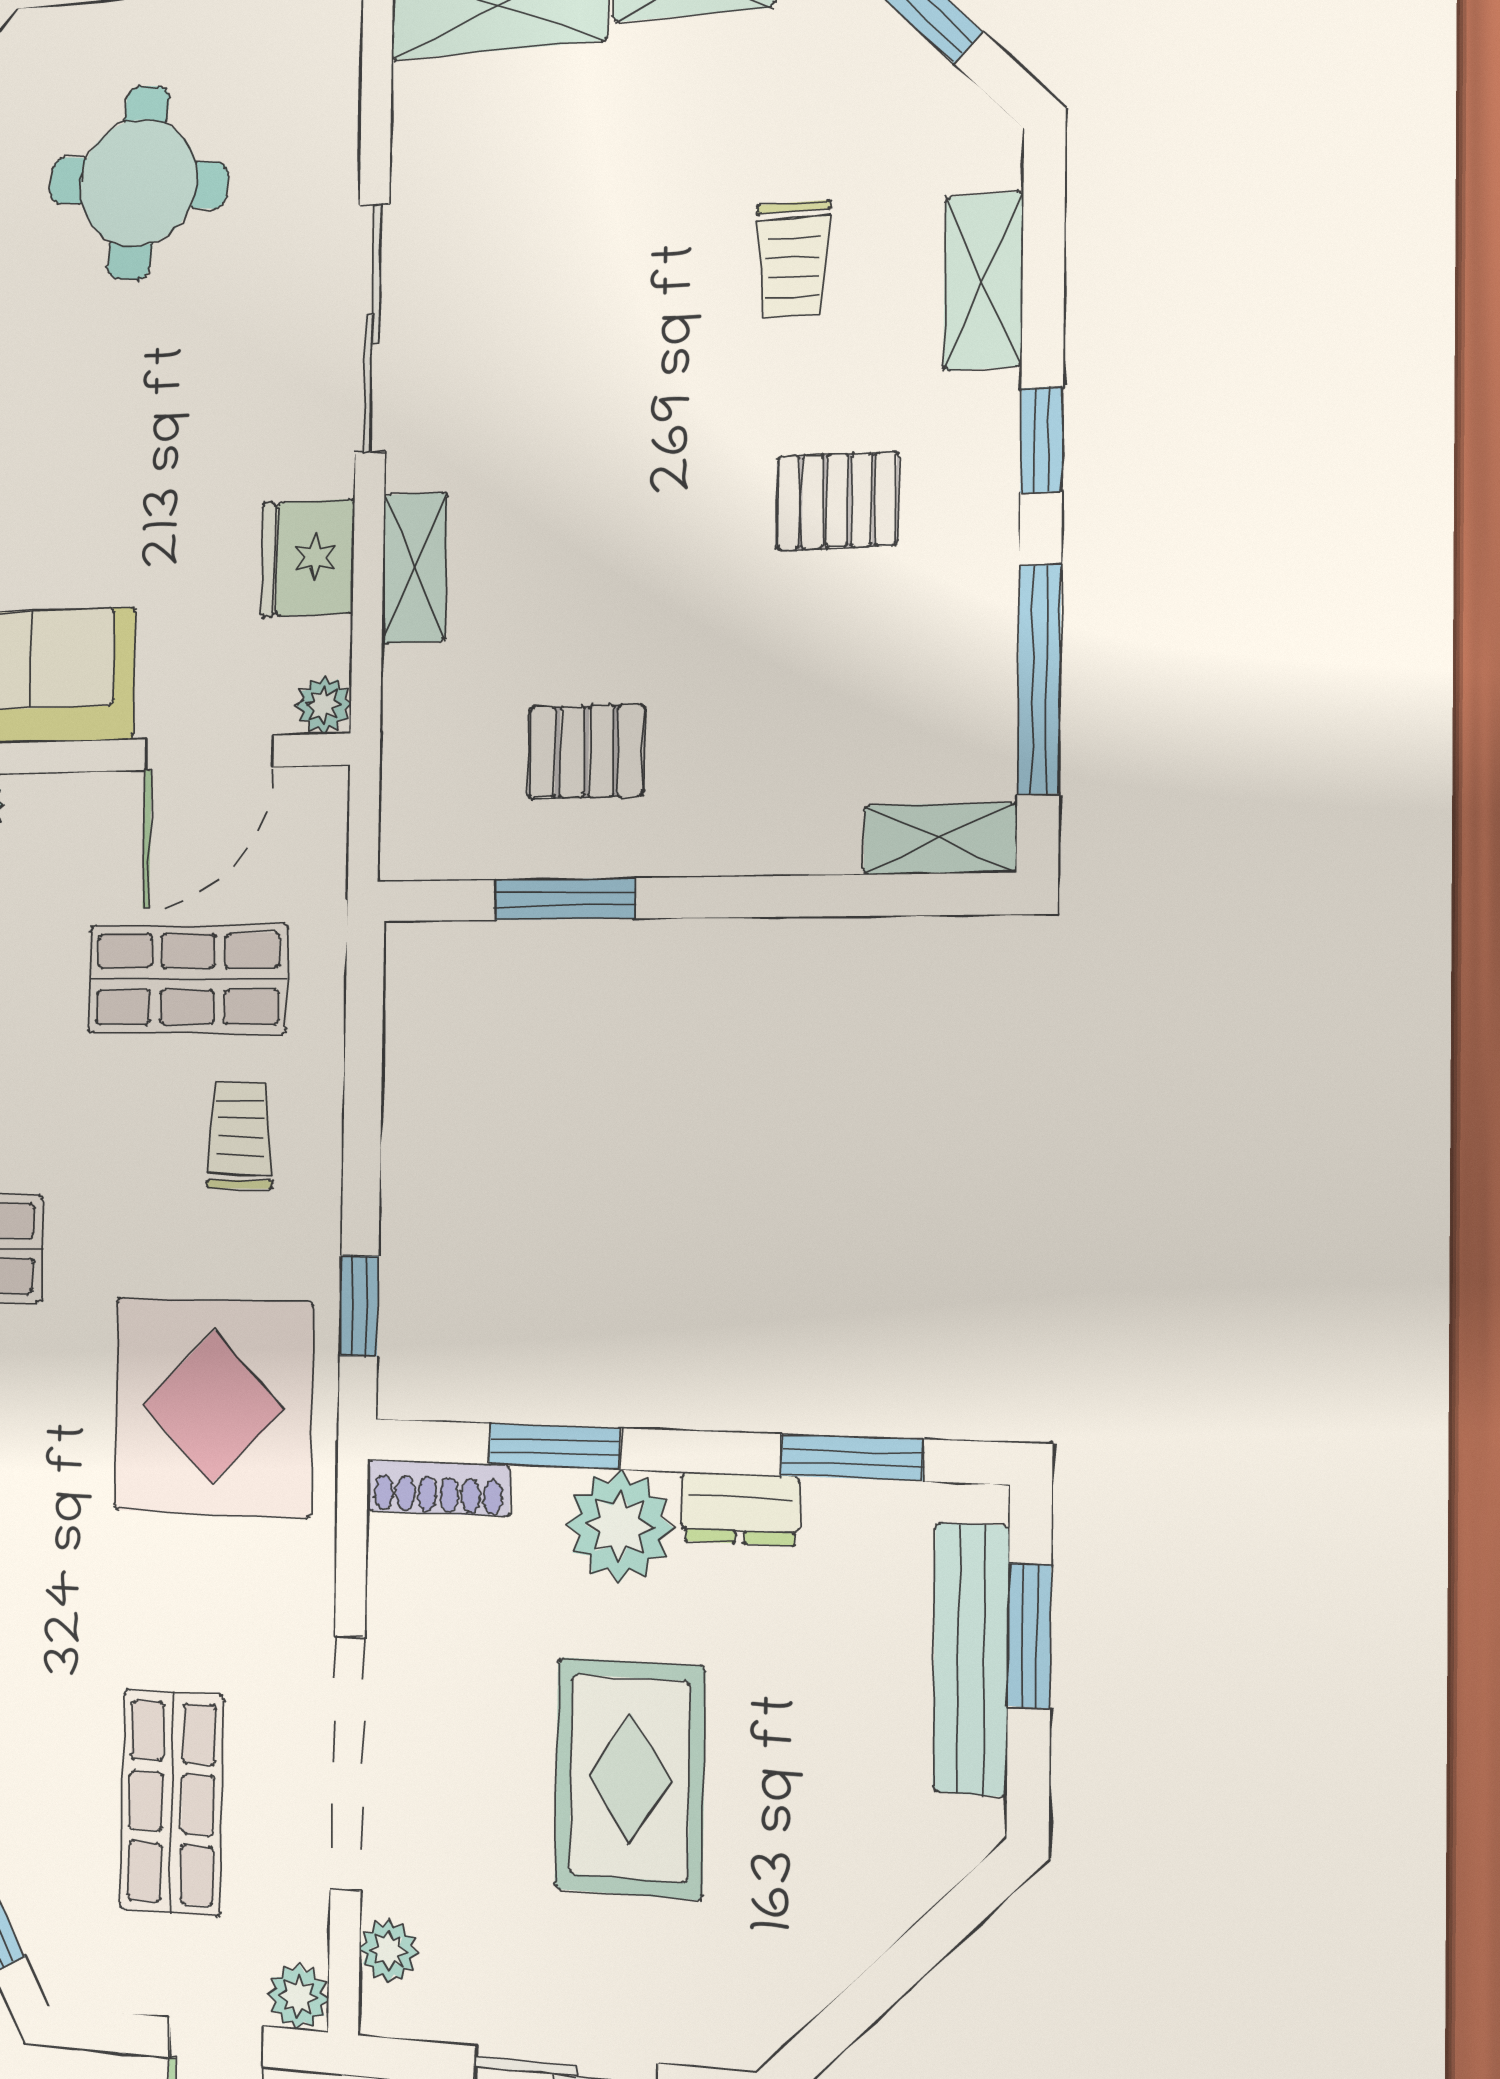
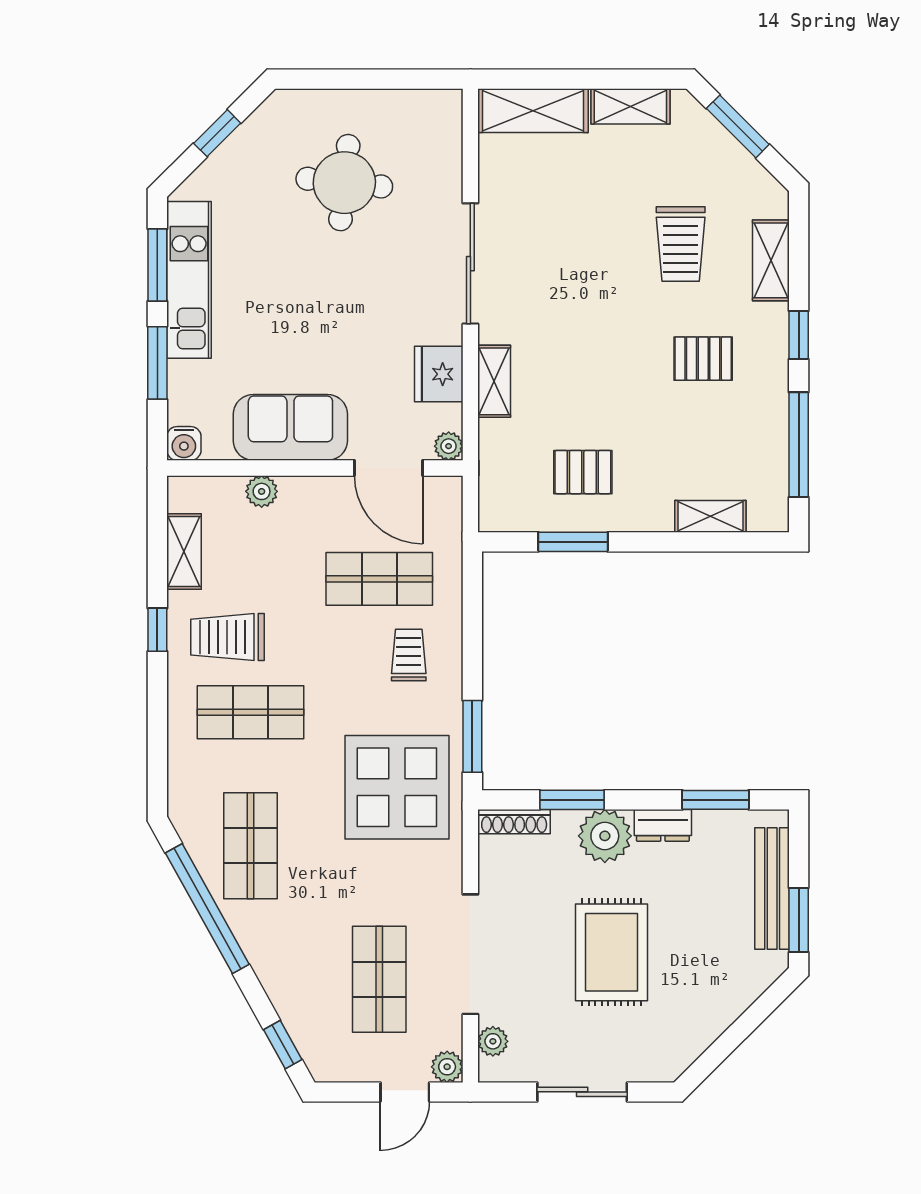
trolley: (793, 259) -> (681, 244), width x1.36, depth x1.39
door: (209, 753) -> (388, 468), hinge flipped
shelving: (940, 839) -> (710, 516), moved
window: (359, 1306) -> (472, 736), width x1.50
window: (1030, 1636) -> (799, 920), moved

